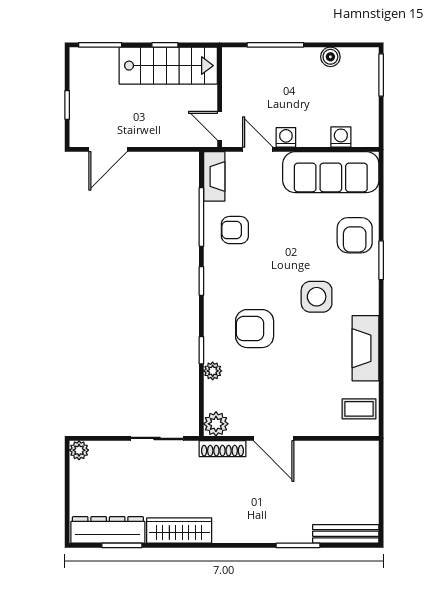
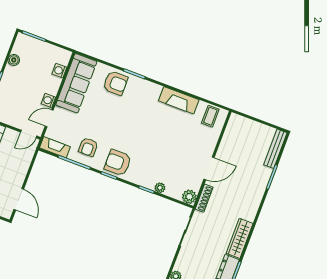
side table: (317, 297) -> (141, 116), removed
armchair: (255, 329) -> (118, 163), moved, turned 90

